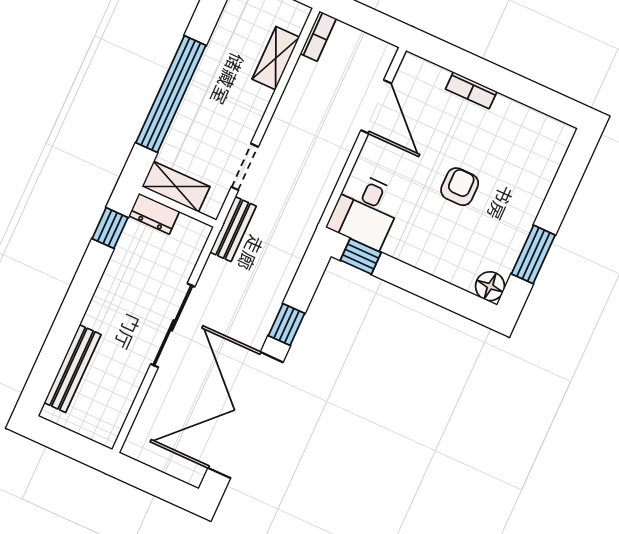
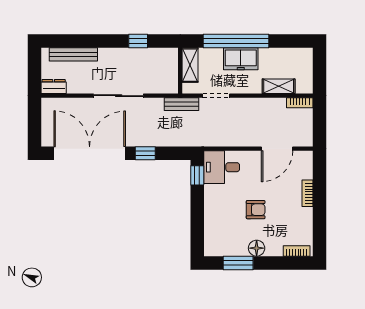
freezer: (203, 100) -> (241, 59), added
bookcase: (557, 150) -> (297, 251), added
dresser: (154, 214) -> (54, 86), moved, turned 90
window: (110, 228) -> (138, 41), moved
floor lamp: (490, 286) -> (257, 248), moved

